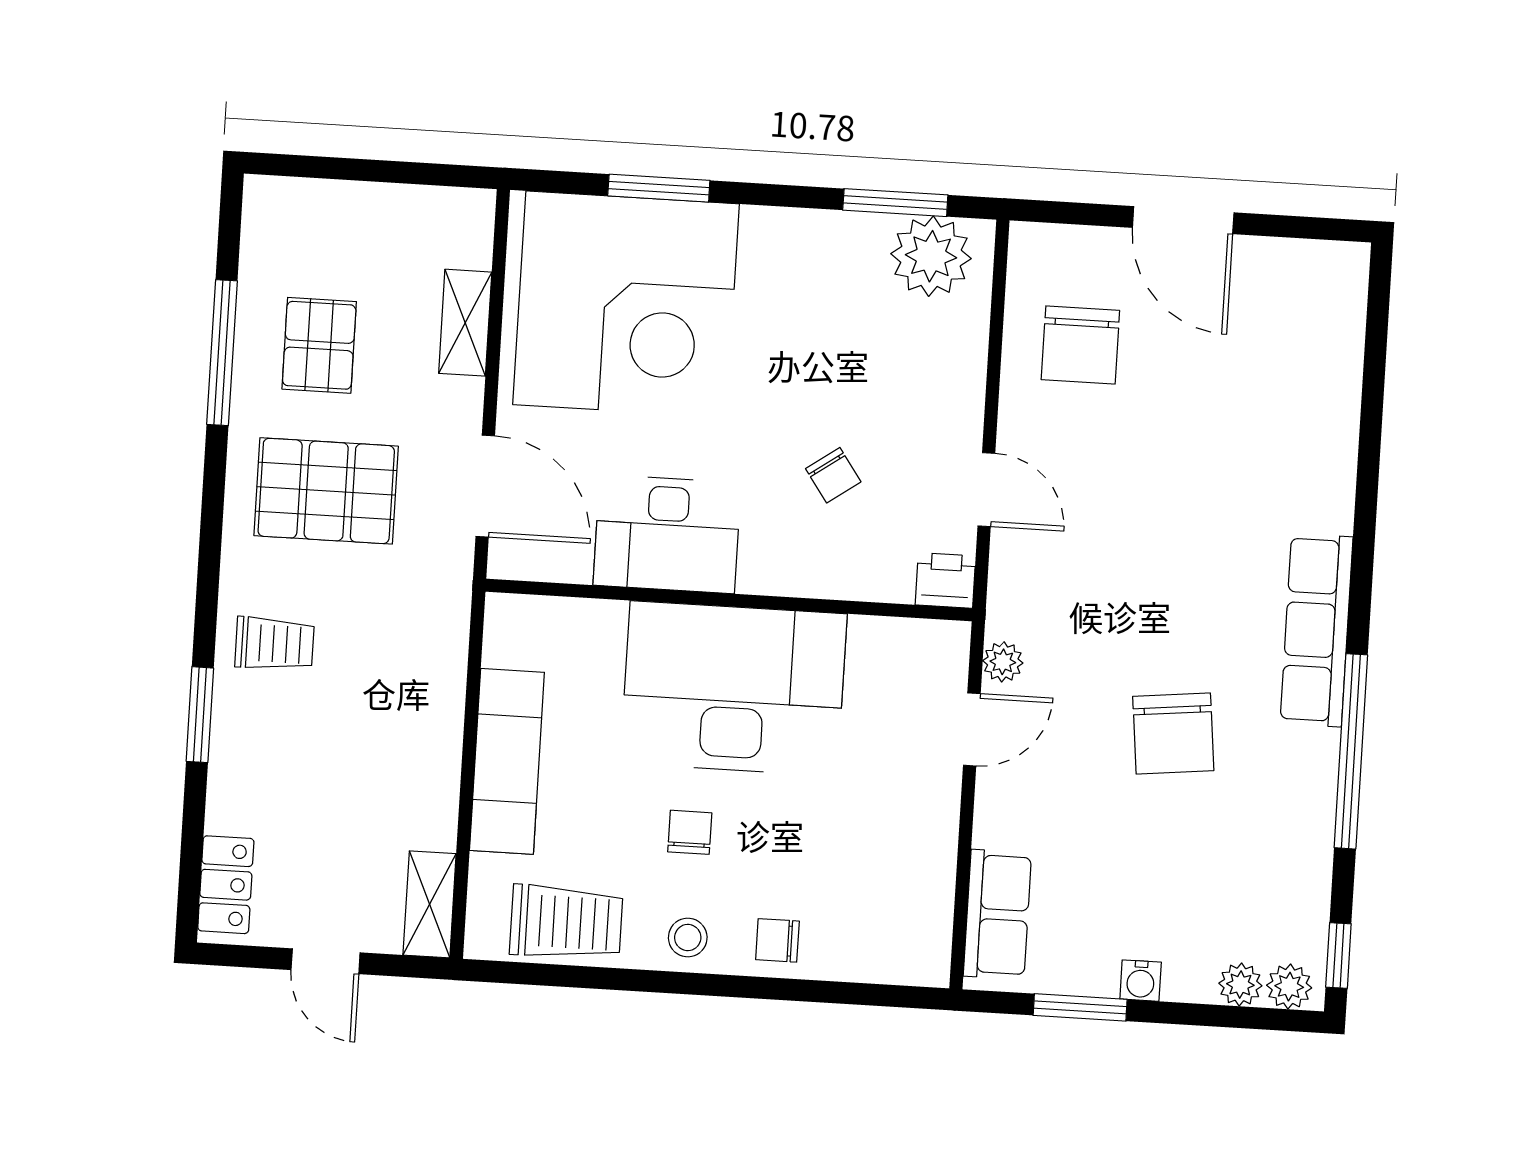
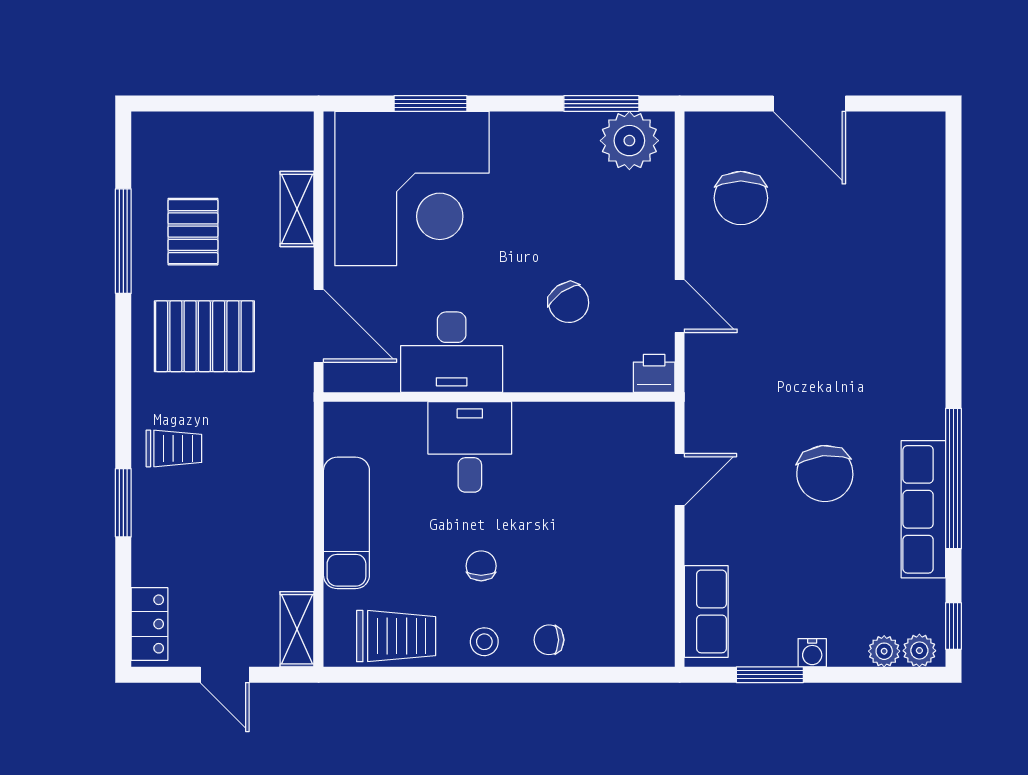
chair: (833, 475) -> (569, 303), width x1.37, depth x1.37
row of seats: (1317, 630) -> (923, 509), moved
plant: (1003, 662) -> (699, 429), removed
desk: (734, 689) -> (470, 447), width x0.53, depth x0.77

